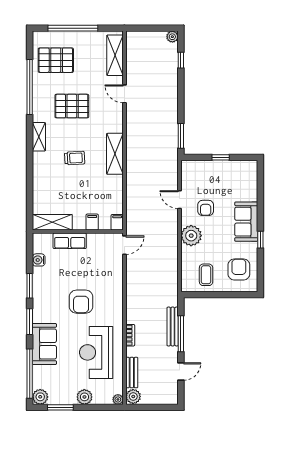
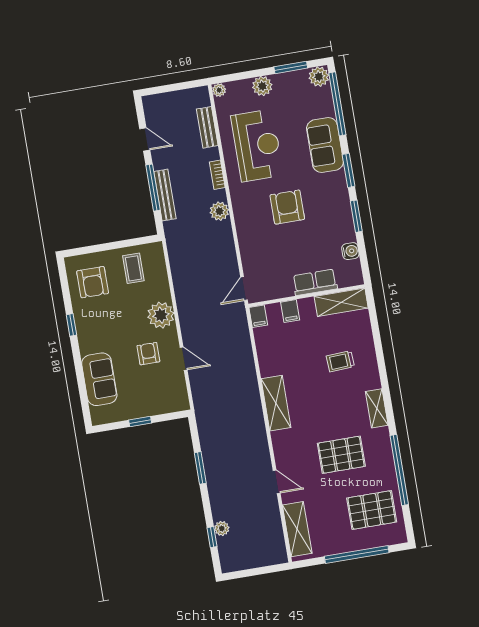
plant: (172, 37) -> (222, 528), moved
window: (181, 136) -> (200, 468), moved
trolley: (75, 158) -> (340, 361), moved
sofa: (246, 222) -> (99, 379), moved
door: (181, 371) -> (145, 139), swing flipped
plant: (133, 396) -> (219, 211), moved

